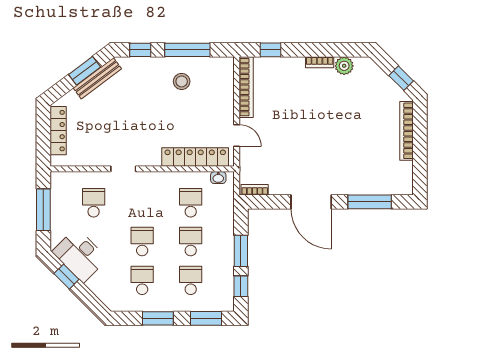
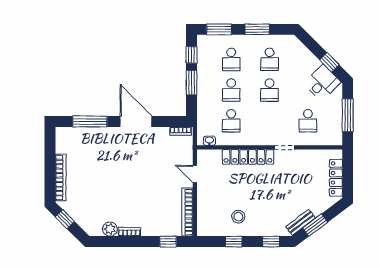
window: (187, 50) -> (234, 242), width x0.46
bench: (97, 78) -> (301, 222), width x0.73
locker: (195, 157) -> (248, 157), moved
desk: (80, 255) -> (322, 83), width x0.73

